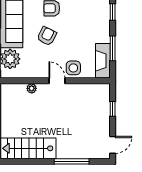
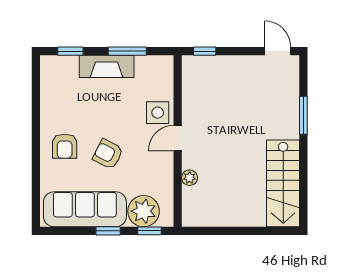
fireplace: (103, 61) -> (107, 66), moved
window: (113, 109) -> (205, 51), moved
window: (72, 161) -> (303, 115), width x0.69

